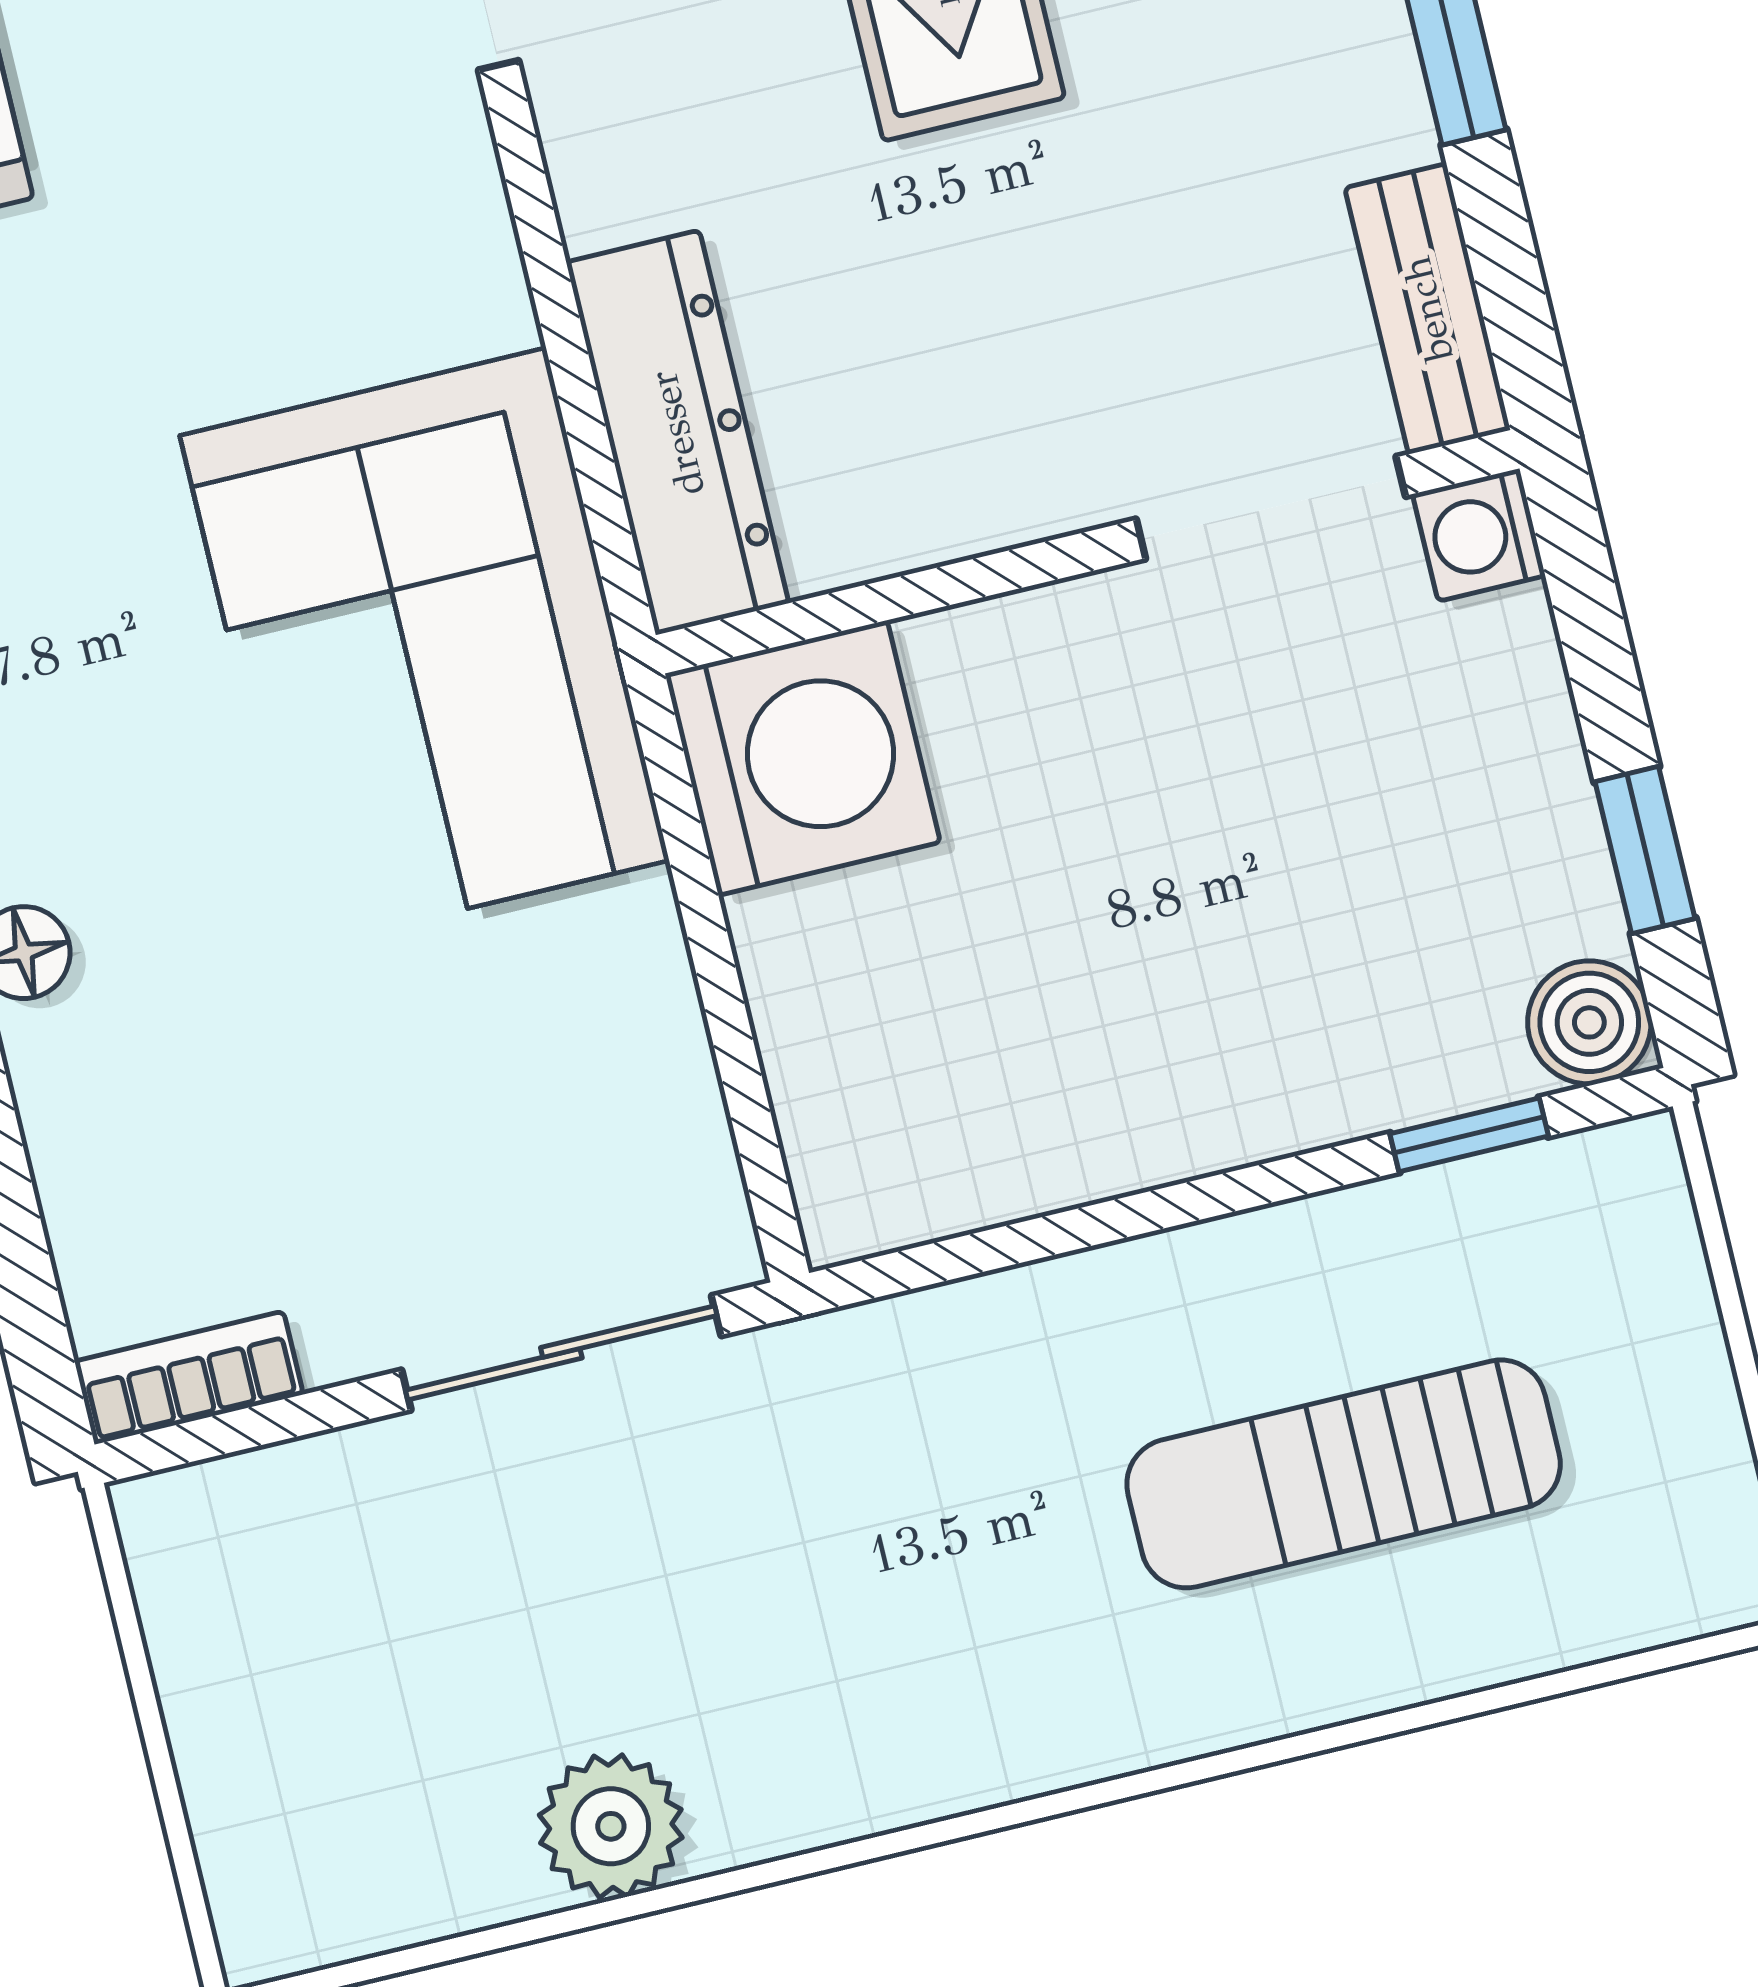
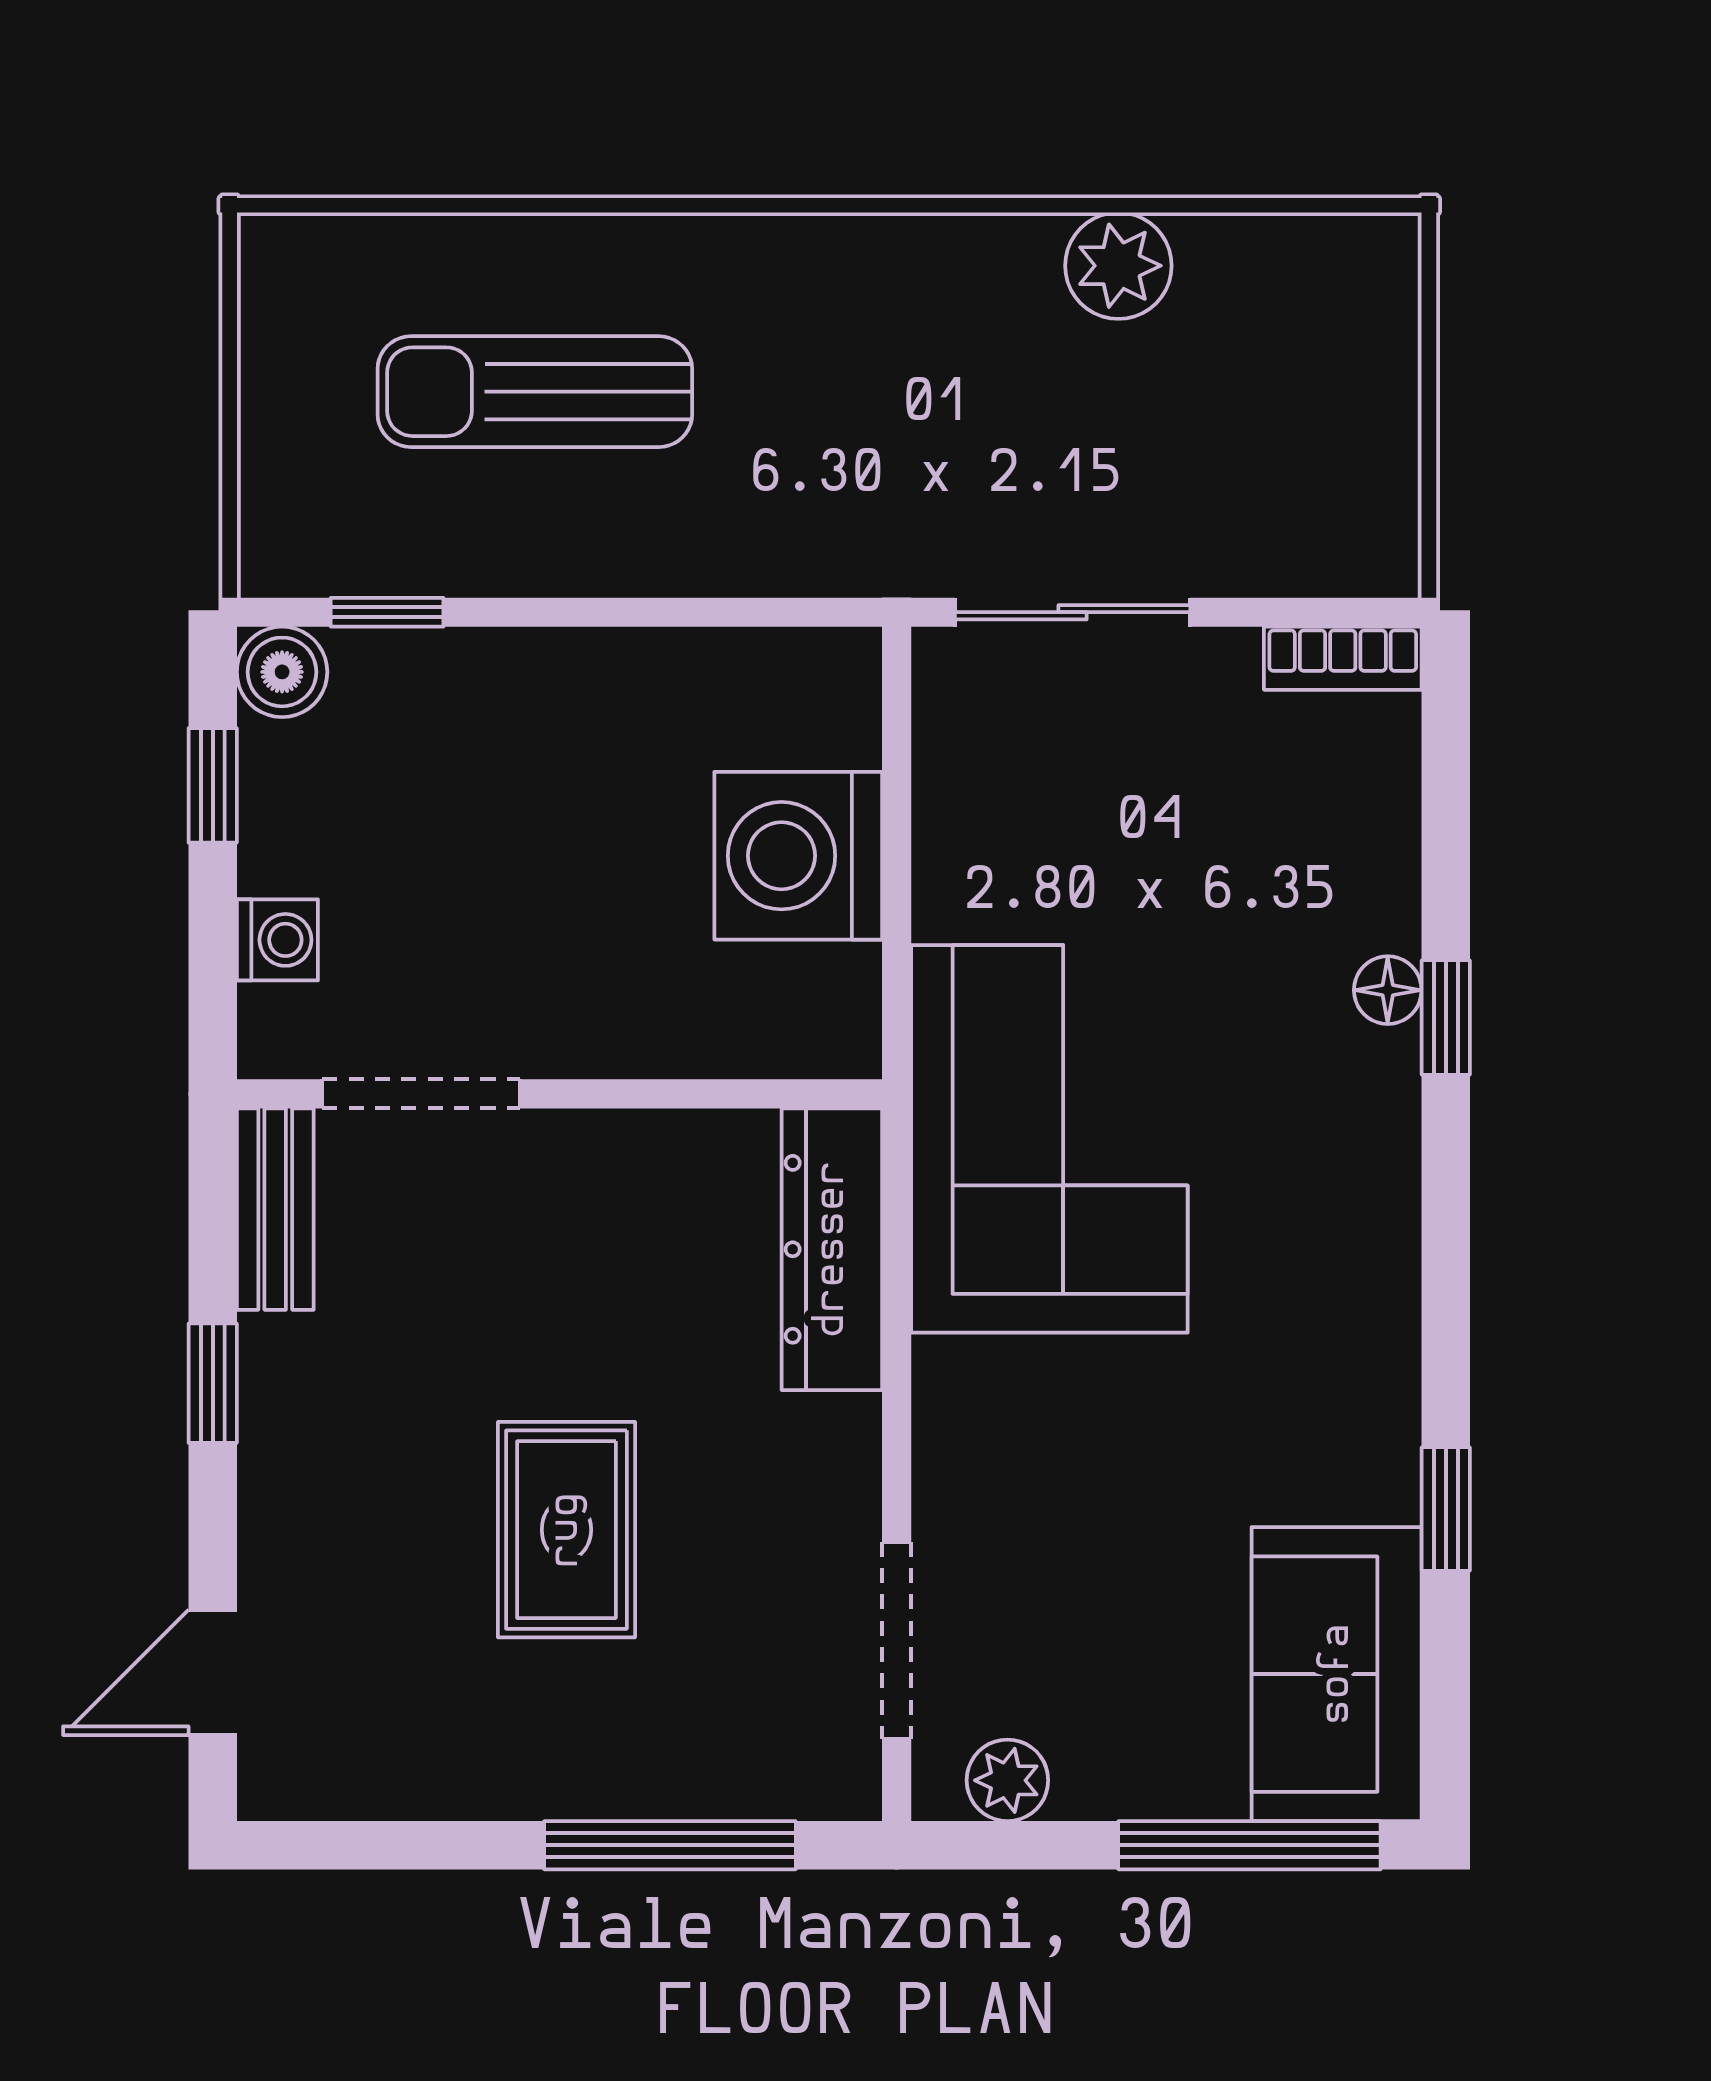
washing machine: (1479, 535) -> (277, 940), moved
washing machine: (803, 758) -> (798, 856), moved
sun lounger: (1344, 1474) -> (535, 392), turned 180

